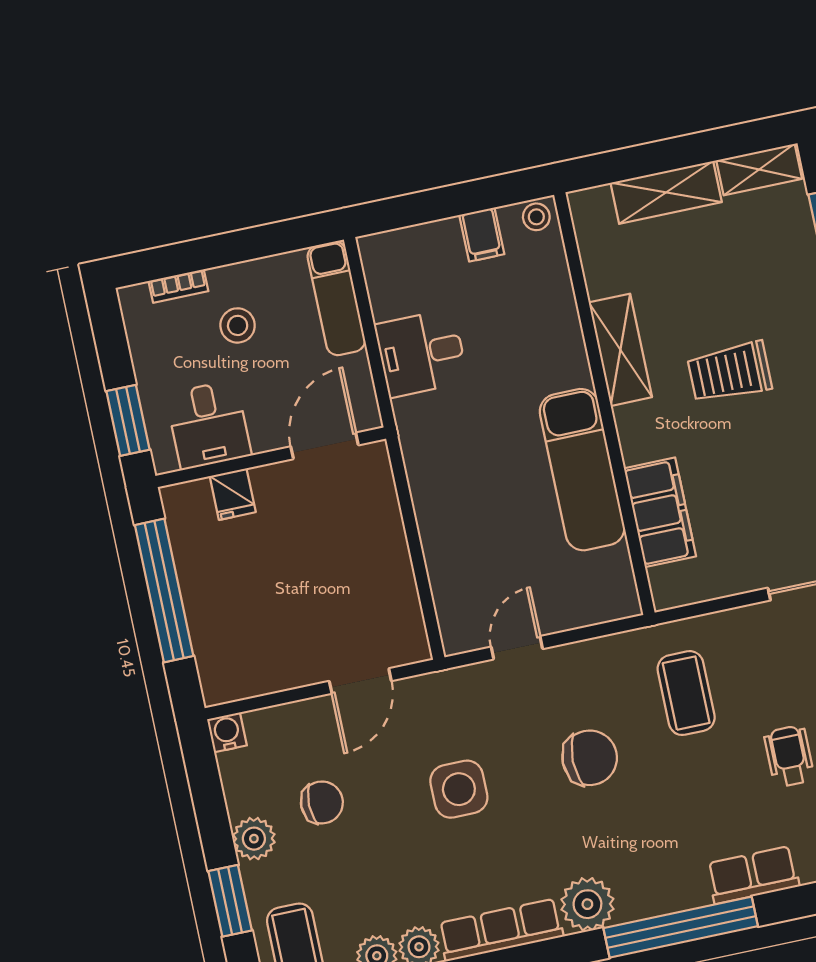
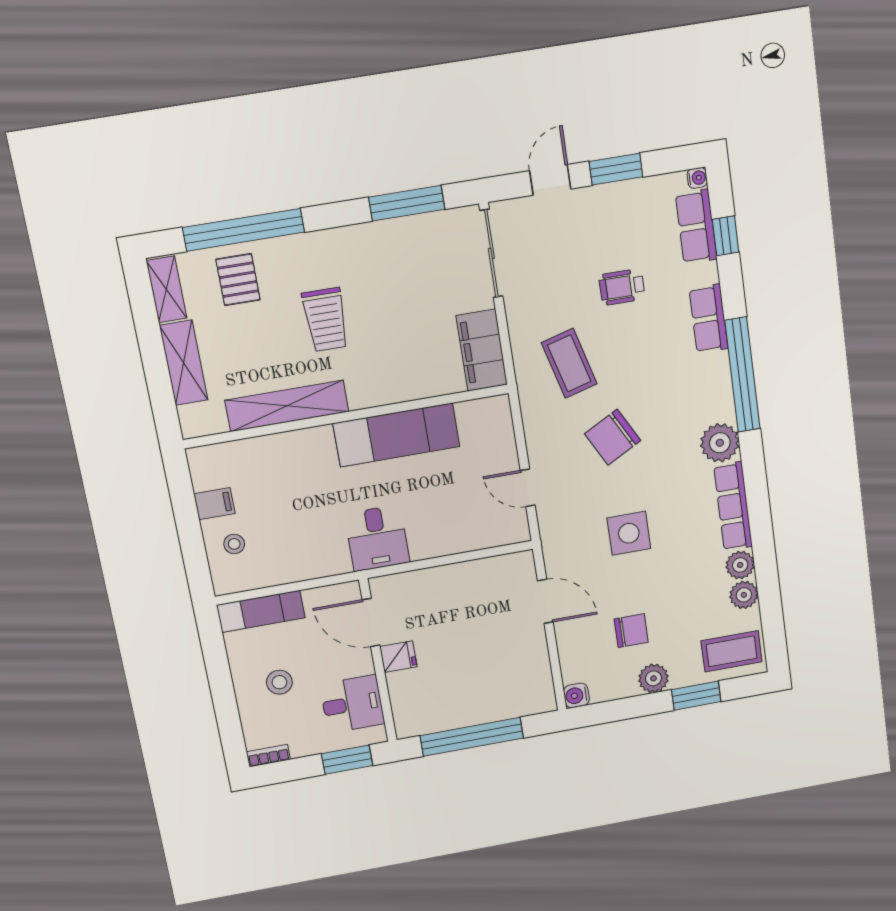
stool: (536, 217) -> (234, 544), moved
pallet: (776, 259) -> (238, 280), added
bookcase: (178, 286) -> (268, 756), moved, turned -90
shelving: (620, 350) -> (287, 406), width x1.47
desk: (421, 353) -> (377, 538), moved
fridge: (233, 494) -> (398, 657), moved
filing cabinet: (660, 512) -> (482, 350), moved, turned -90
coffee table: (686, 693) -> (569, 363), turned 75
chair: (590, 758) -> (613, 437), turned -118
chair: (322, 802) -> (631, 631), turned 90

